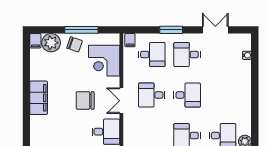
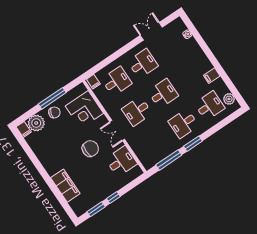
window: (171, 30) -> (119, 53), removed
desk: (187, 55) -> (143, 64), turned 180
filing cabinet: (39, 98) -> (65, 186), moved
chair: (85, 100) -> (90, 149), turned 180
filing cabinet: (244, 109) -> (212, 76), added

